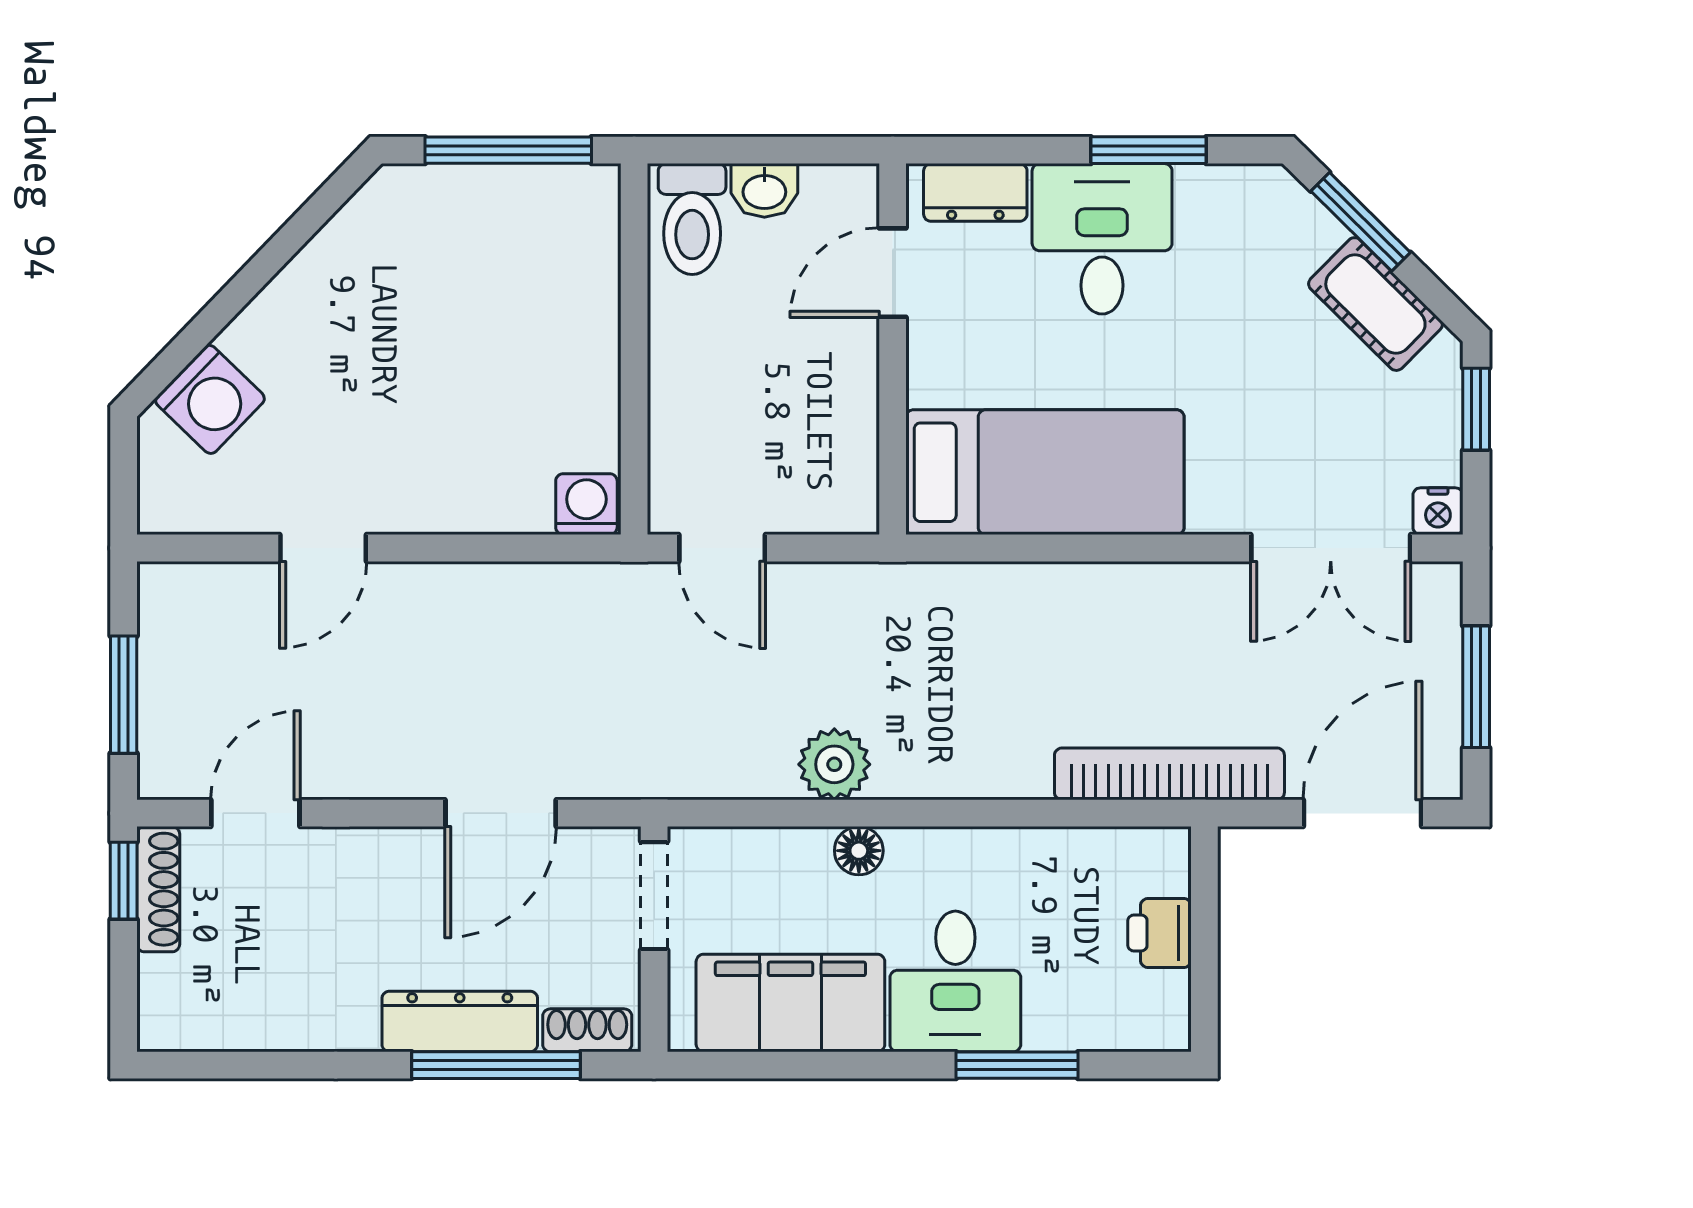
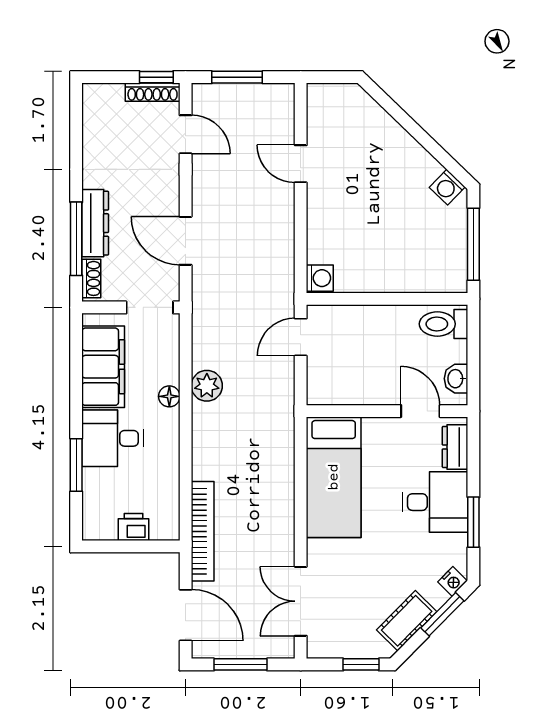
washbasin: (764, 190) -> (456, 379), moved
washing machine: (210, 399) -> (447, 187), moved, width x0.73, depth x0.73
nightstand: (1438, 511) -> (452, 581), moved, turned -135

